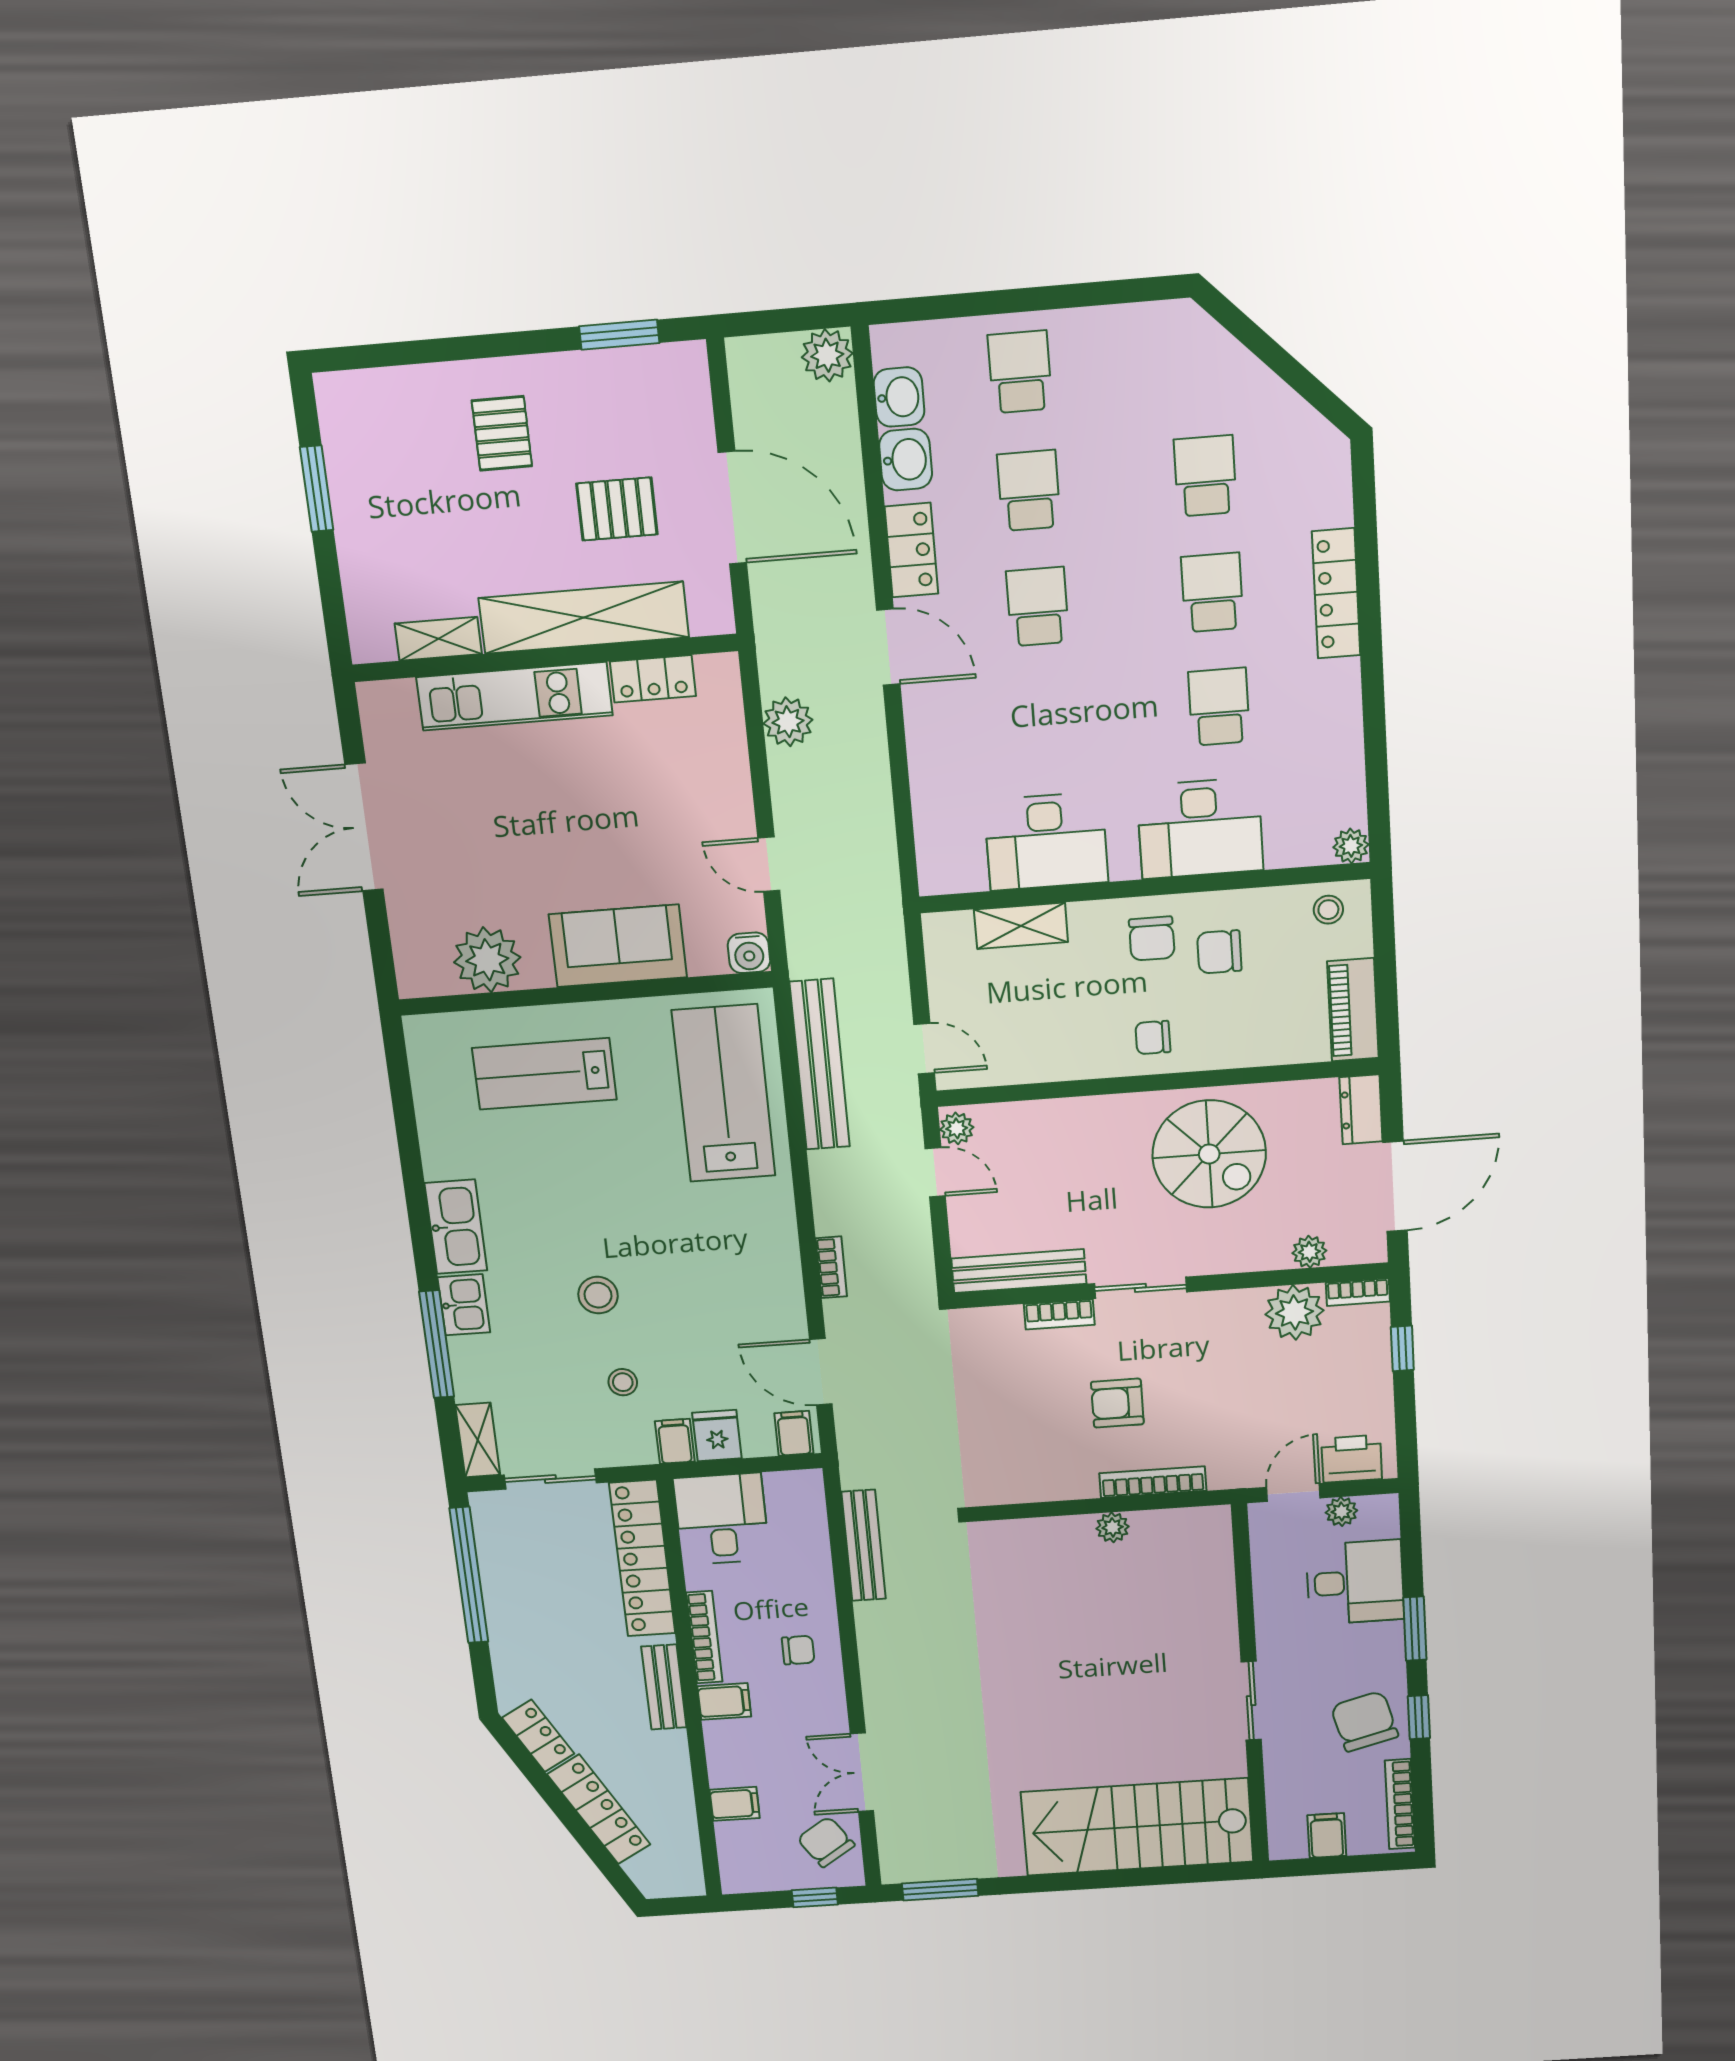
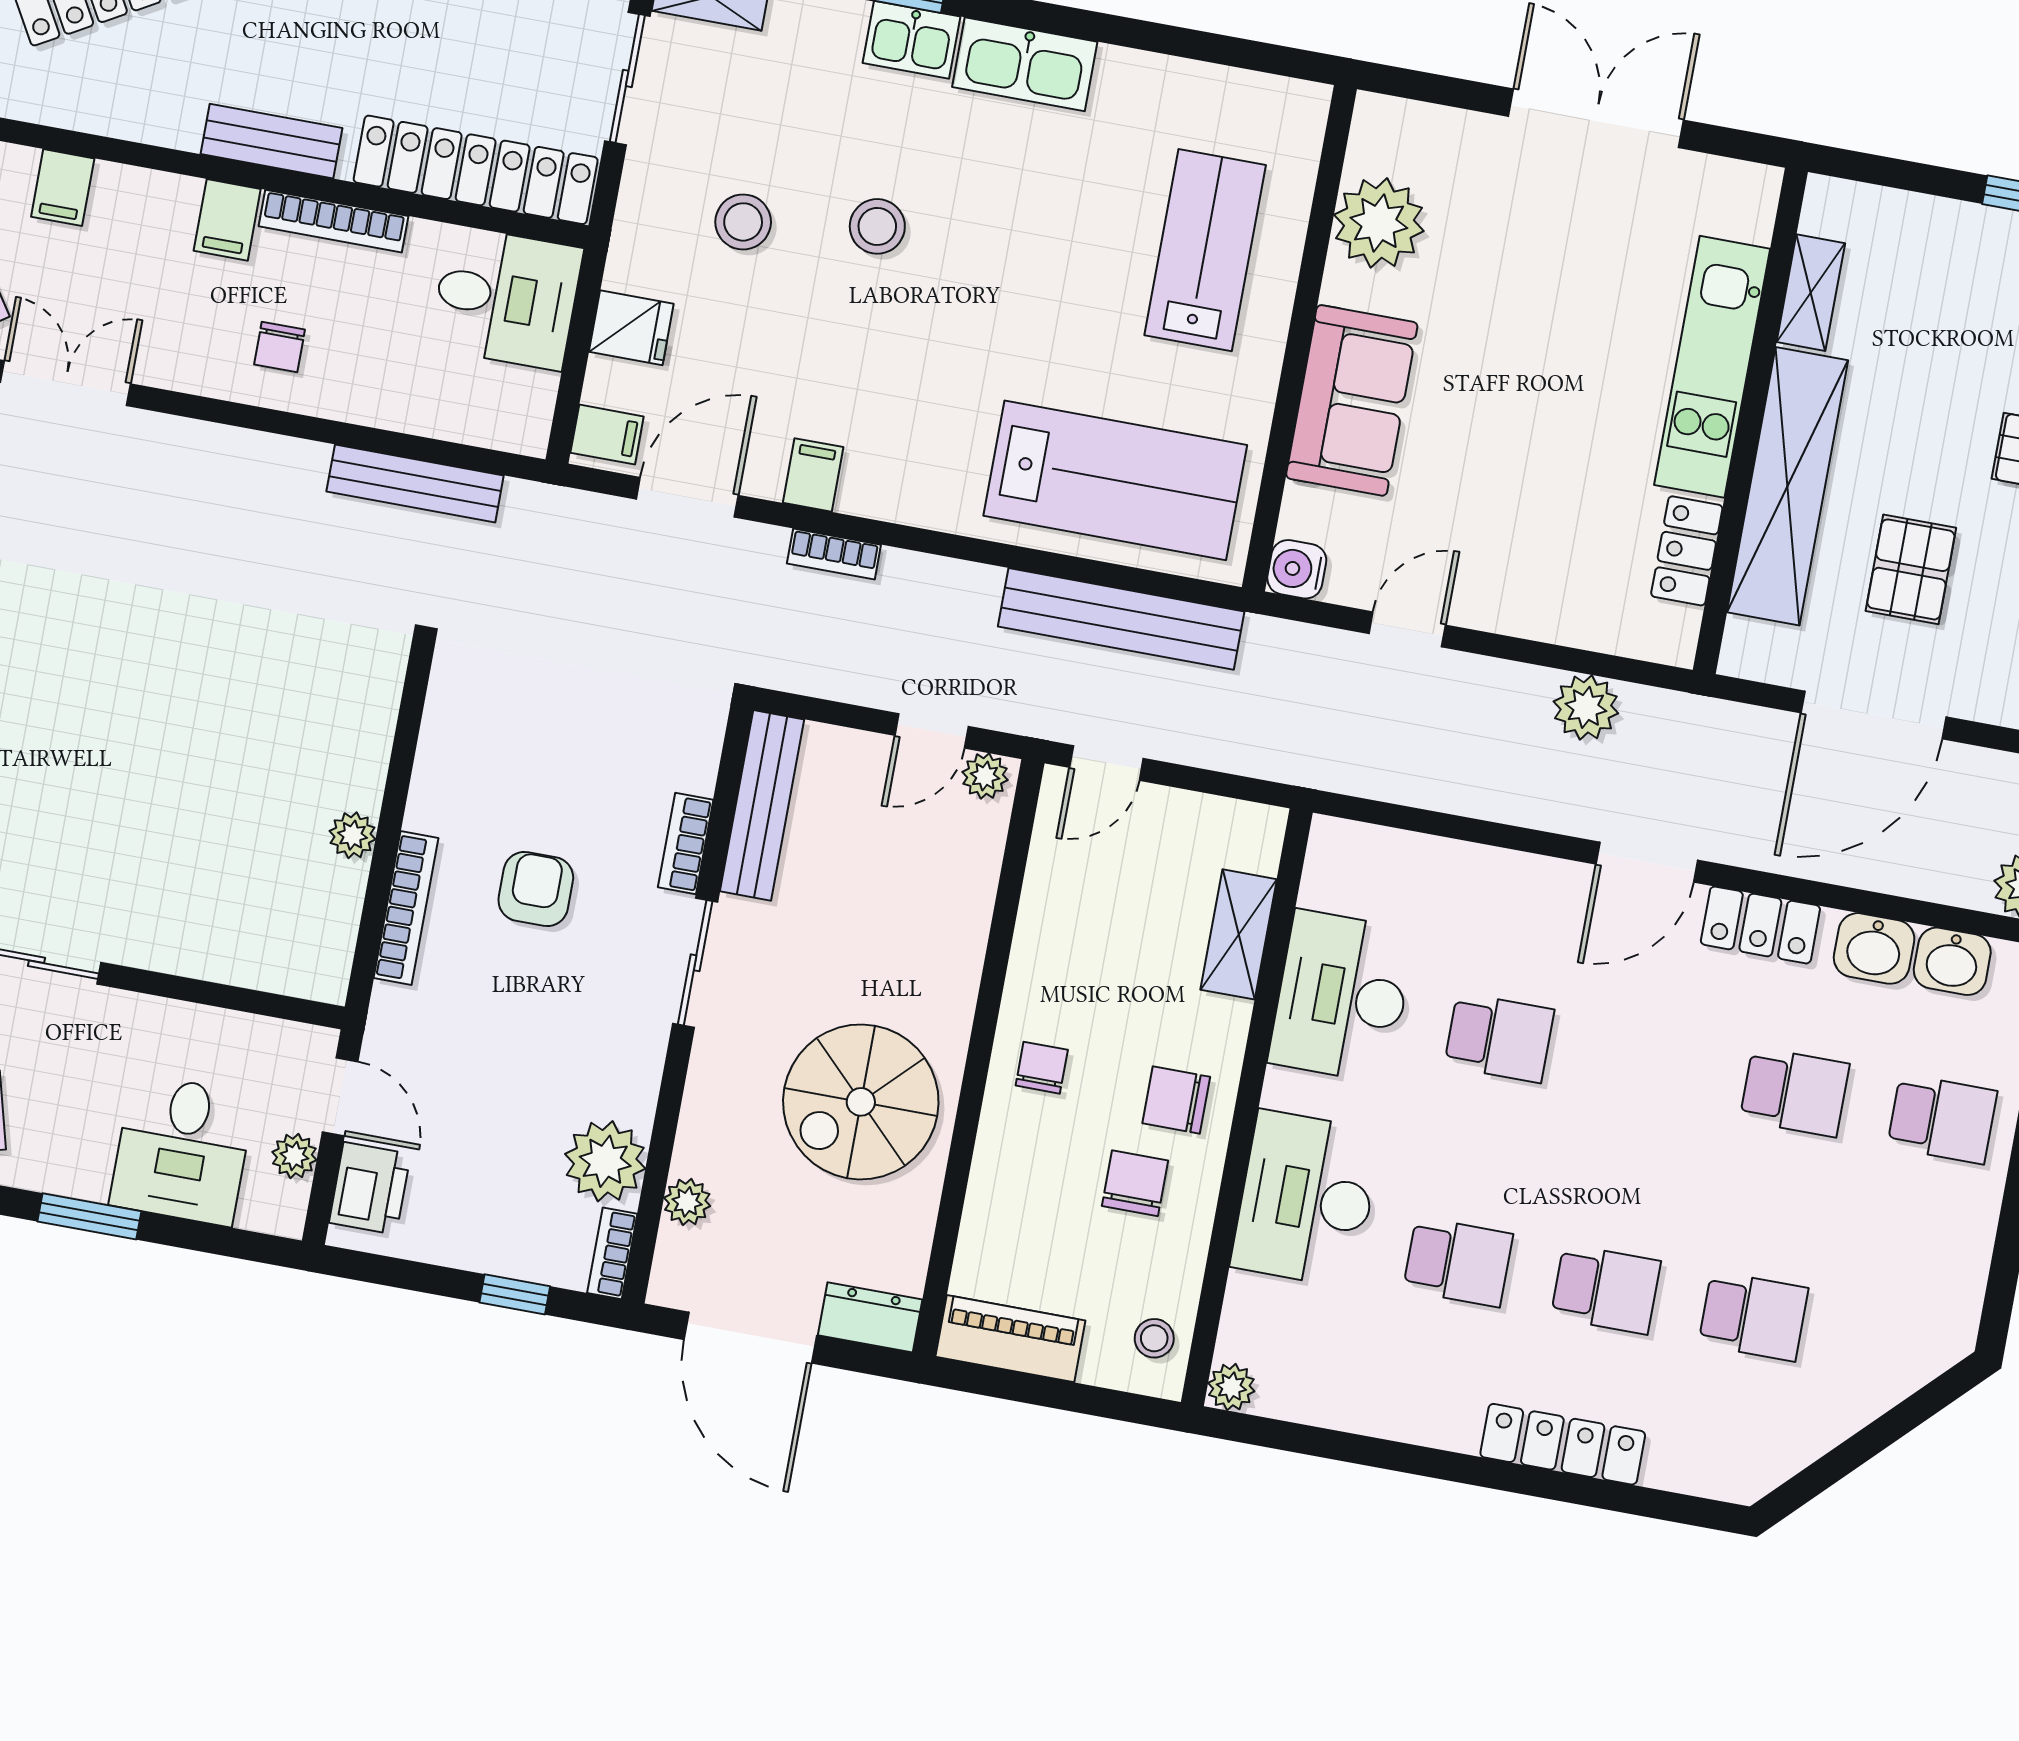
school desk: (1038, 607) -> (1499, 1038), moved
stool: (623, 1382) -> (743, 222), width x1.37, depth x1.37
filing cabinet: (675, 1441) -> (813, 475), moved, turned -90

